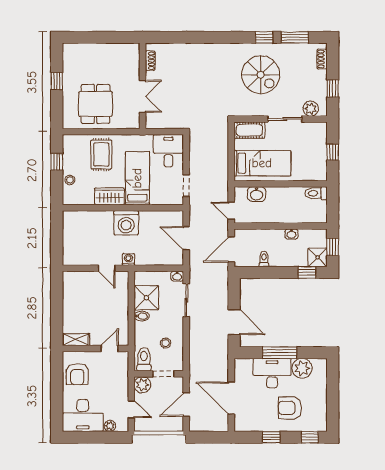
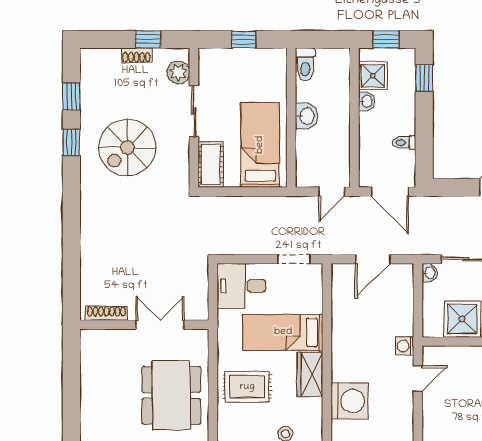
window: (295, 37) -> (71, 96), width x0.67
shoe rack: (322, 59) -> (137, 55), moved
shoe rack: (150, 61) -> (106, 313), width x1.43
spiral stairs: (261, 75) -> (127, 147), turned 180
dining table: (95, 104) -> (171, 395), width x1.38
washbasin: (257, 194) -> (306, 116), moved
washing machine: (126, 223) -> (350, 401), moved
shower: (318, 257) -> (373, 76), moved

